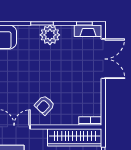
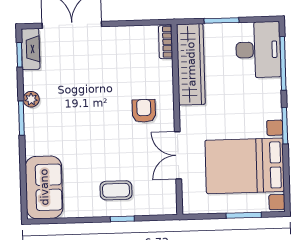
plant: (50, 35) -> (31, 99), width x0.53, depth x0.53
armchair: (45, 105) -> (144, 111), turned -133

